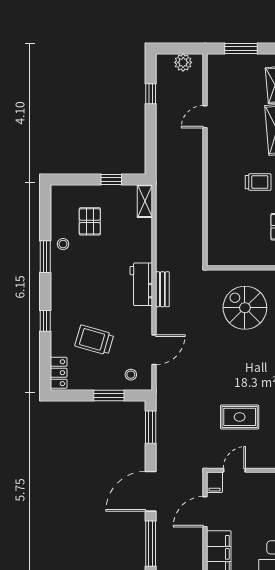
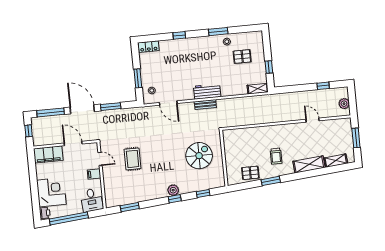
trolley: (94, 340) -> (171, 66), removed
window: (151, 427) -> (111, 107), moved
filing cabinet: (214, 482) -> (94, 174), moved

